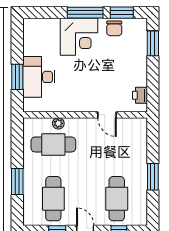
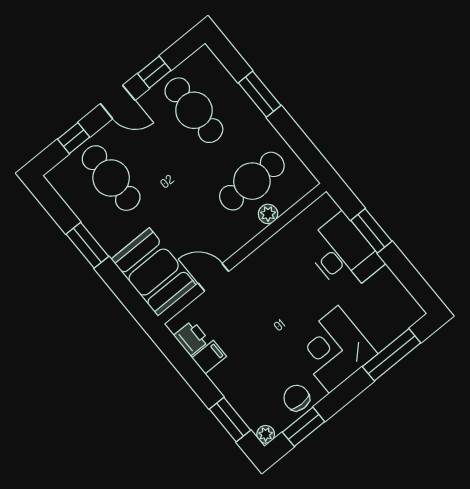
window: (85, 13) -> (392, 355), moved
plant: (142, 23) -> (266, 434), added
filing cabinet: (139, 80) -> (209, 357), added
booth: (133, 140) -> (154, 272), added

